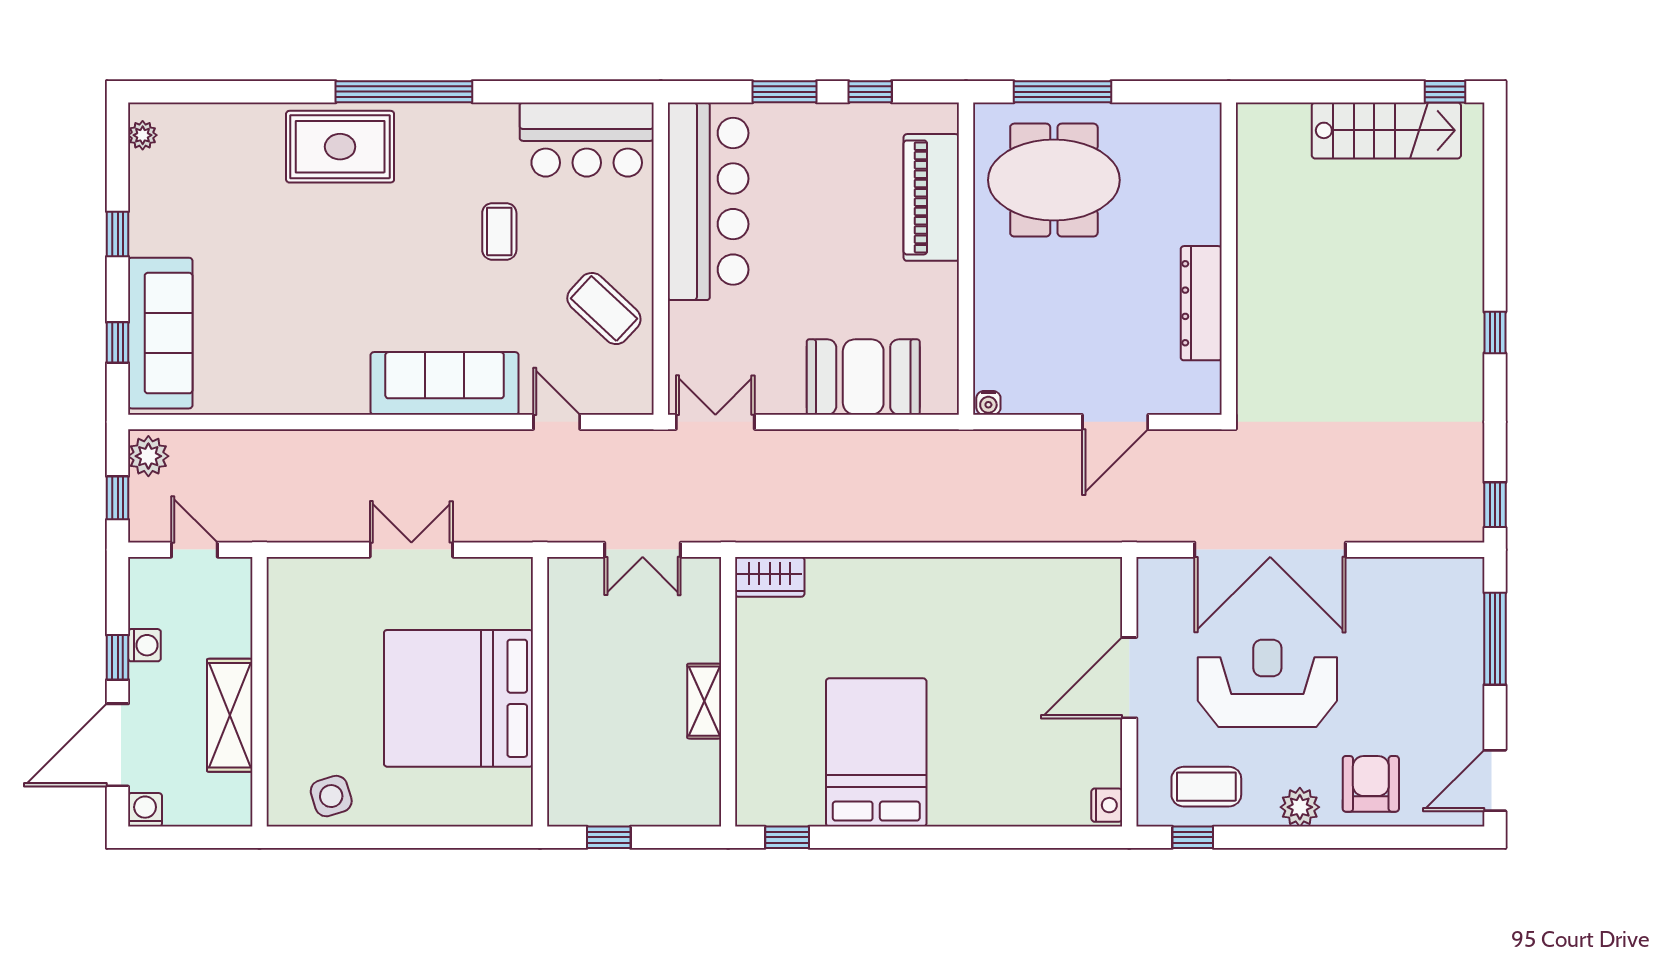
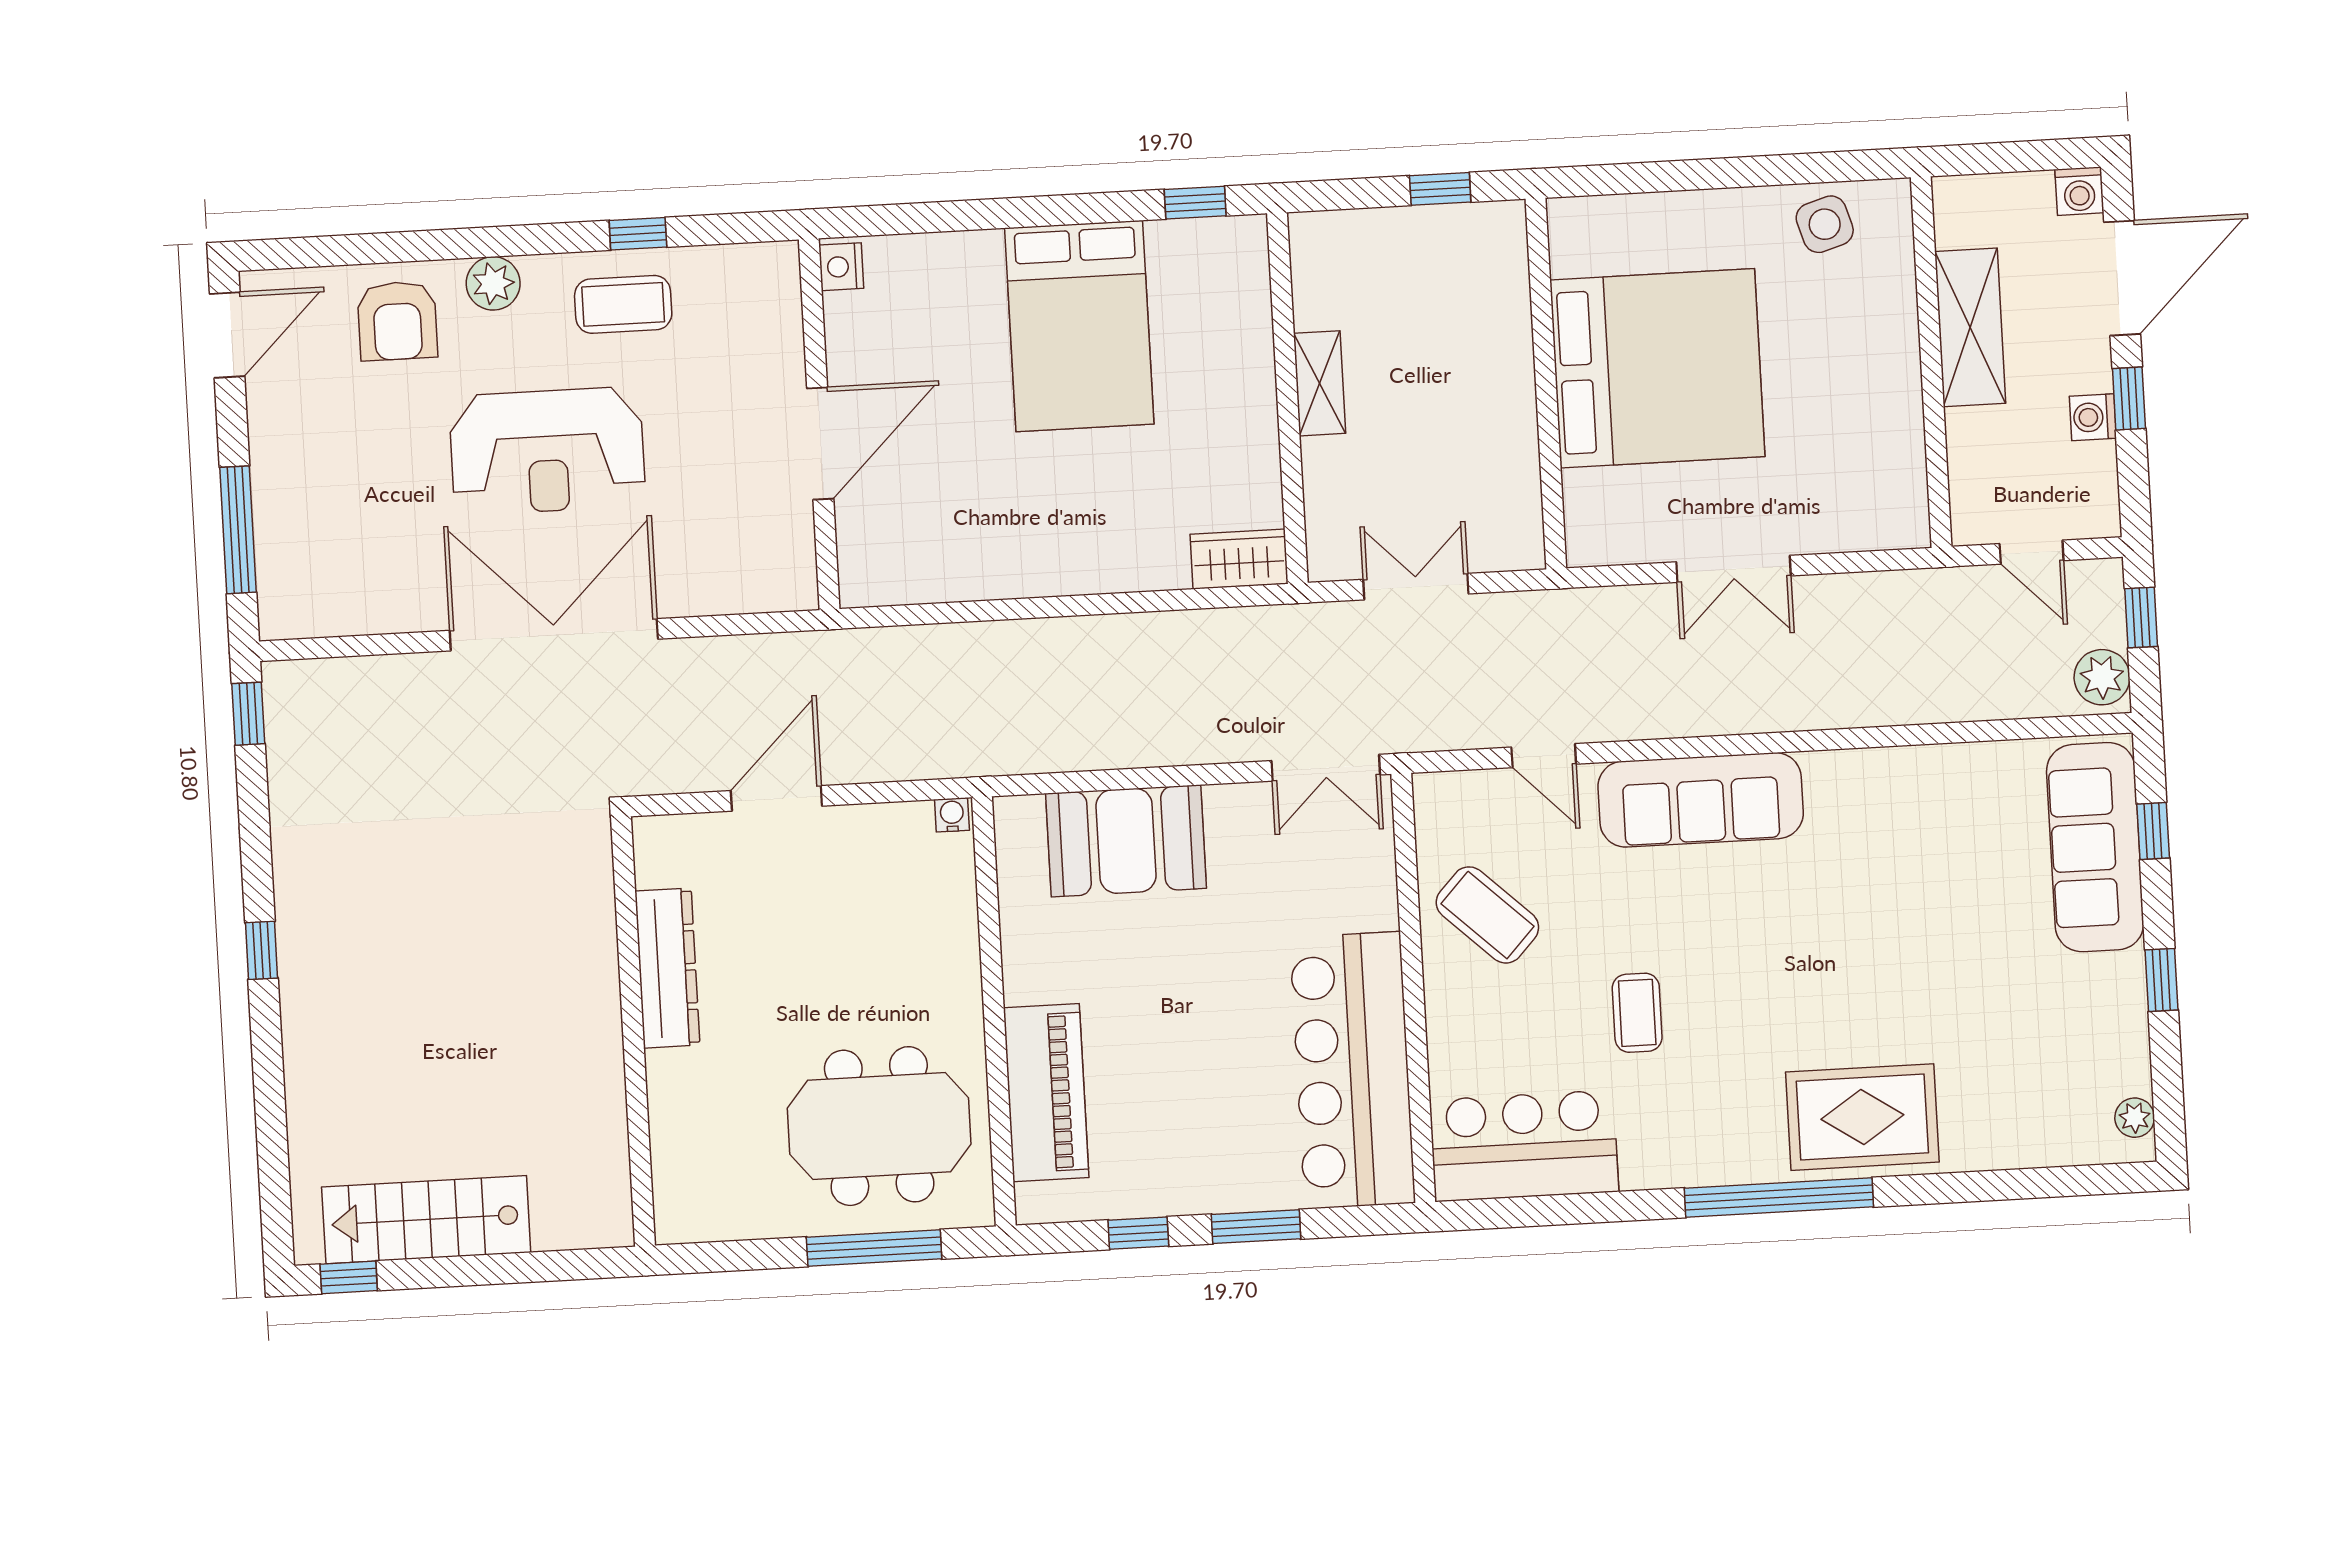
door: (1129, 678) -> (820, 444), moved
wall: (1129, 692) -> (819, 424), moved
nightstand: (1107, 805) -> (841, 267), moved

